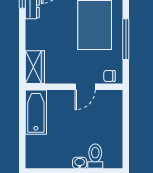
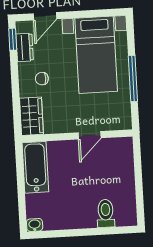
chair: (109, 76) -> (42, 79), moved
washbasin: (80, 163) -> (35, 225), moved

